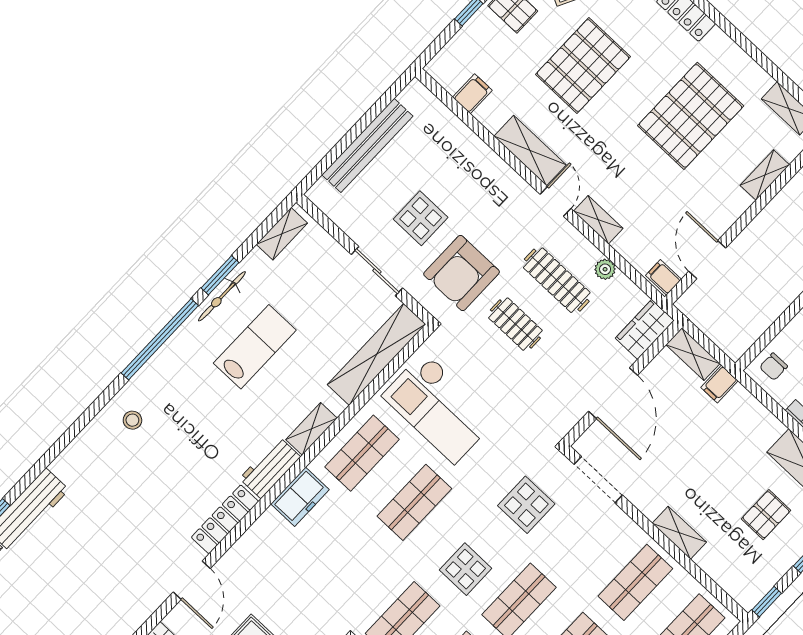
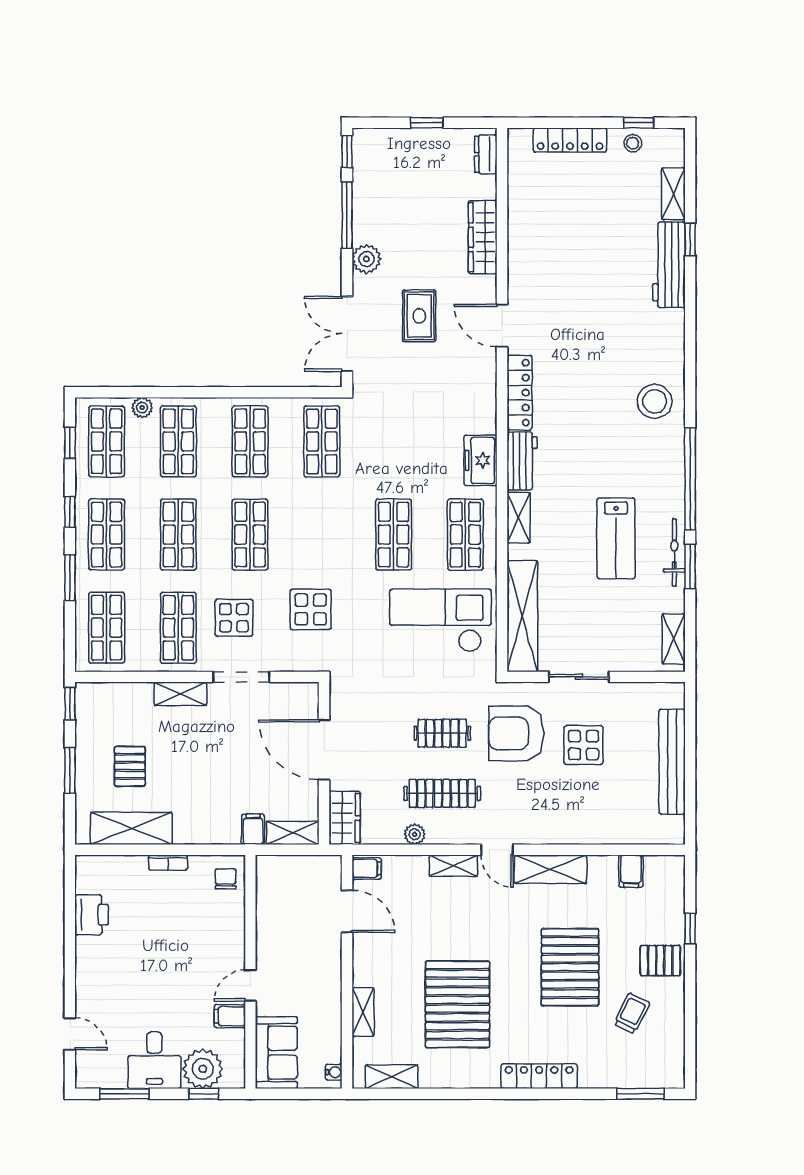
armchair: (462, 273) -> (516, 733), turned -90
stool: (132, 420) -> (655, 401), width x1.89, depth x1.89
doorway: (598, 480) -> (241, 677), moved
display table: (466, 569) -> (234, 618), moved

